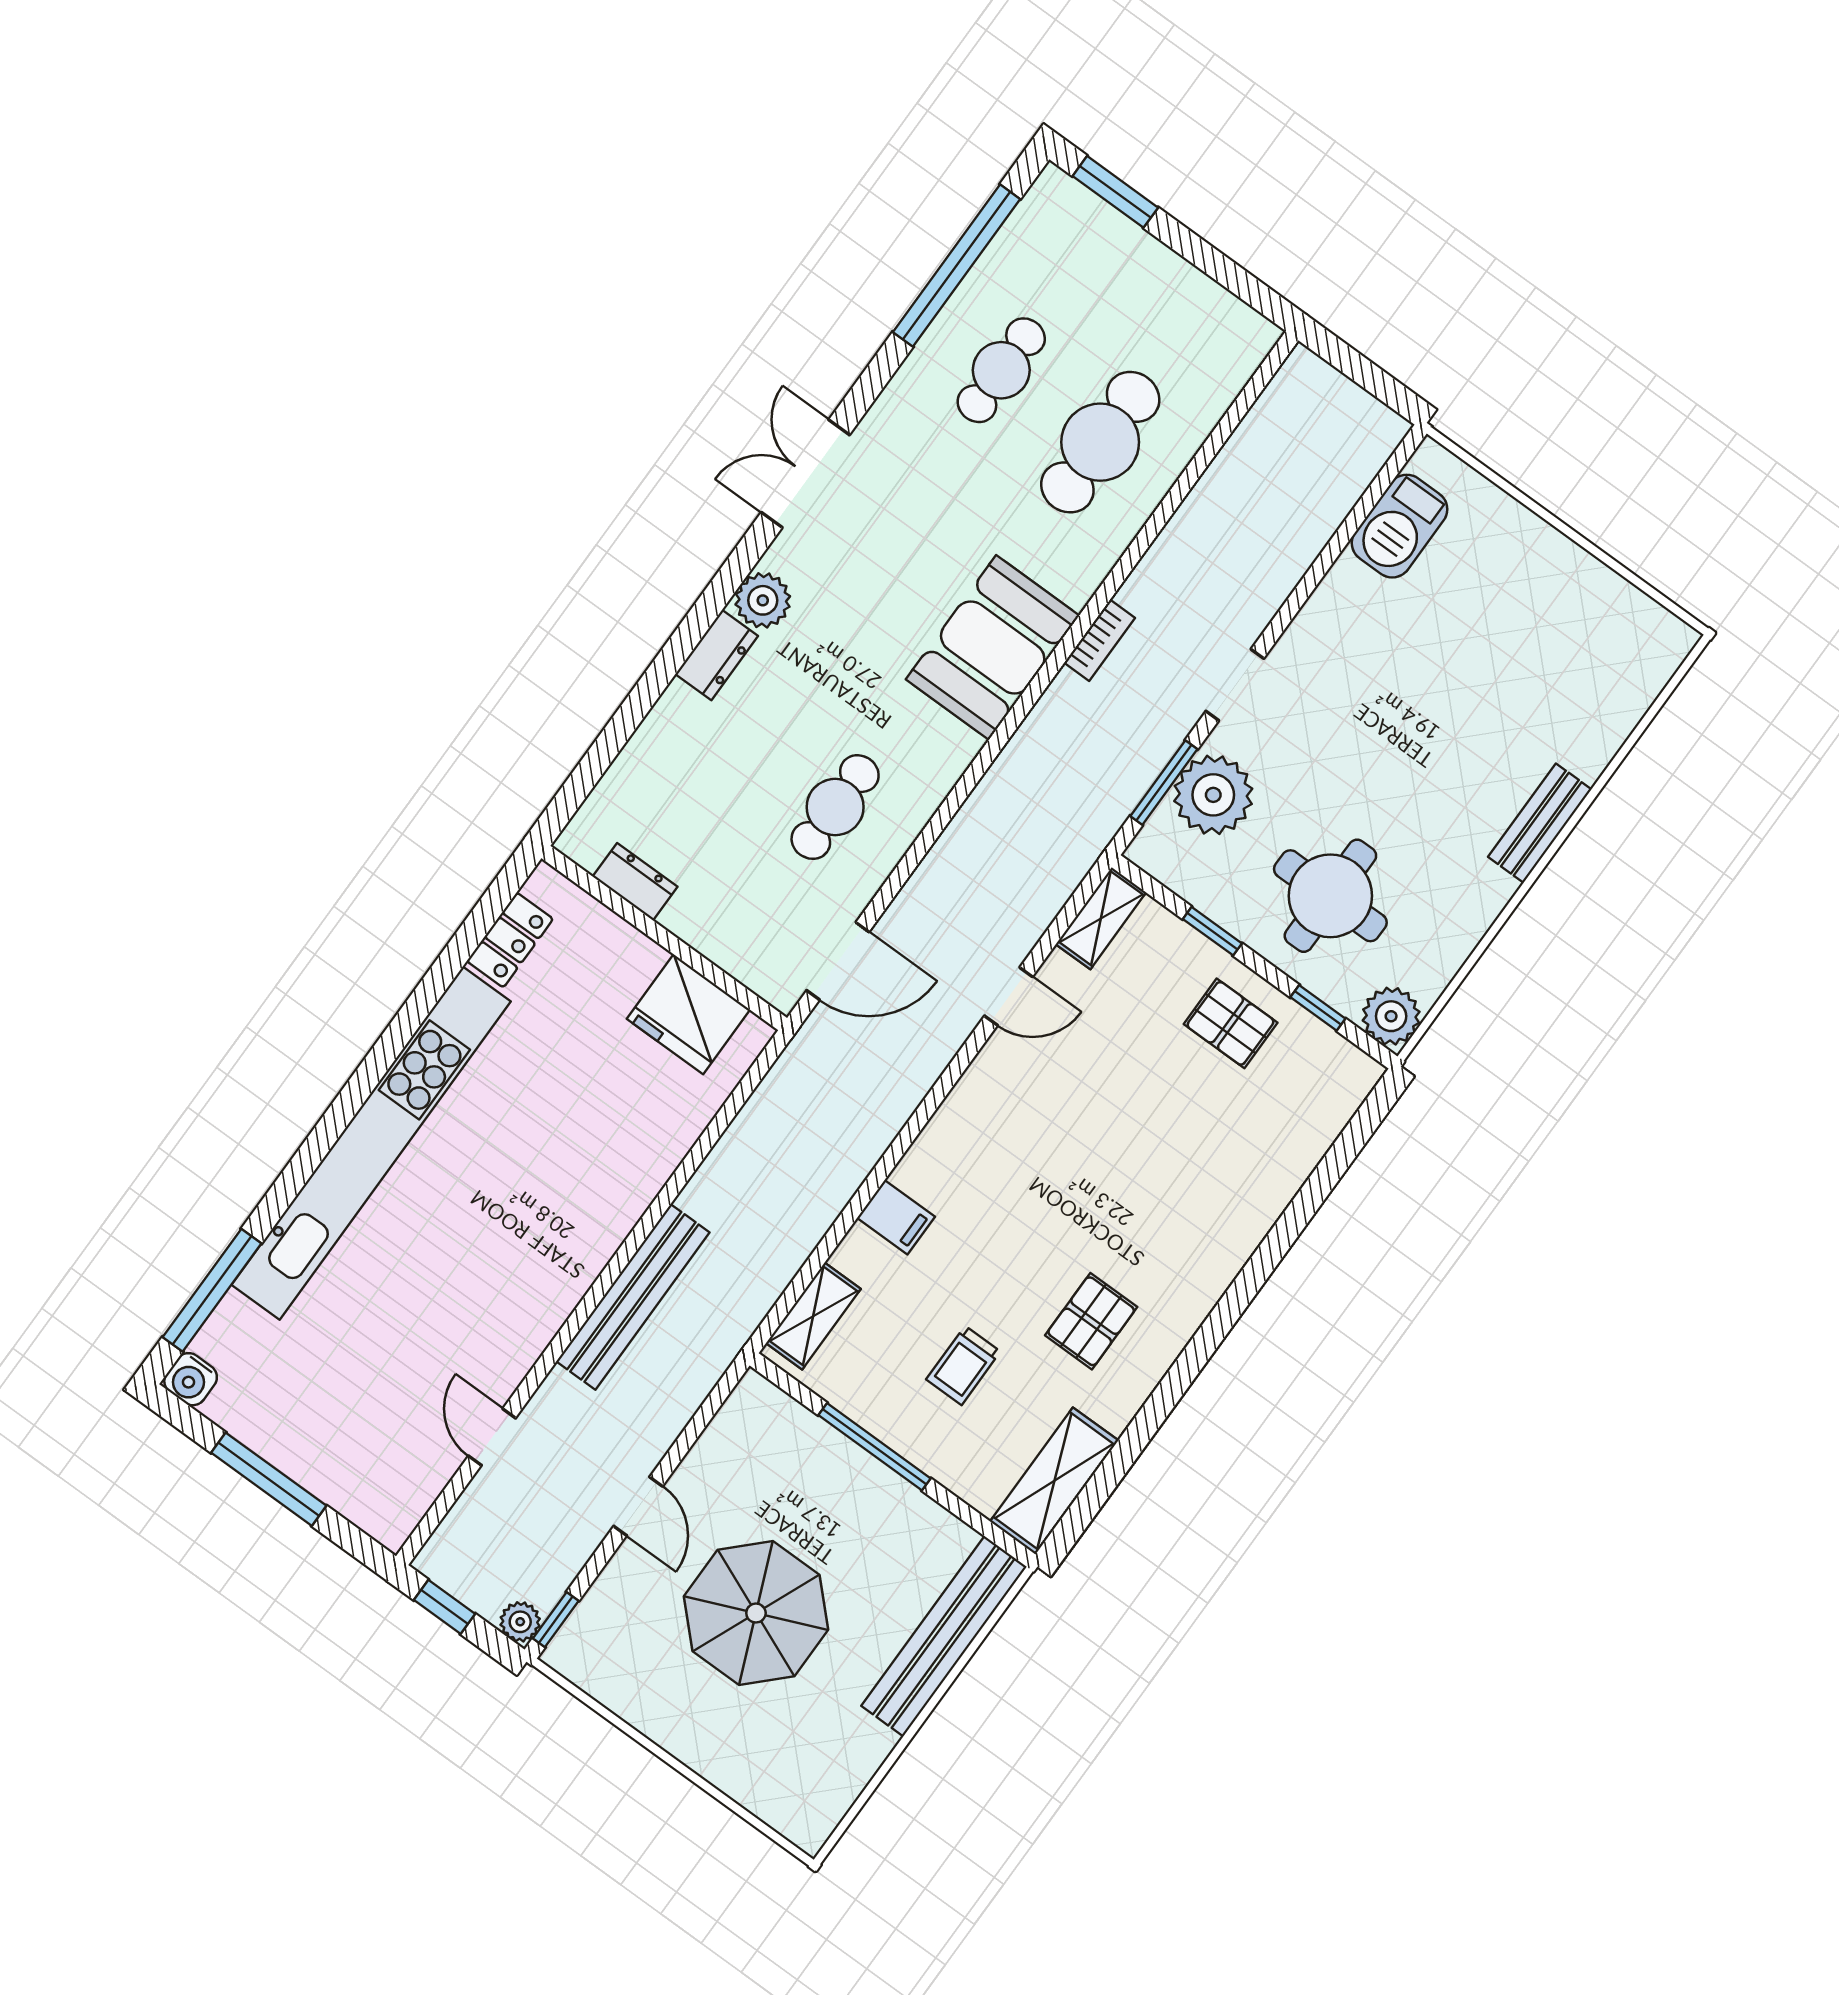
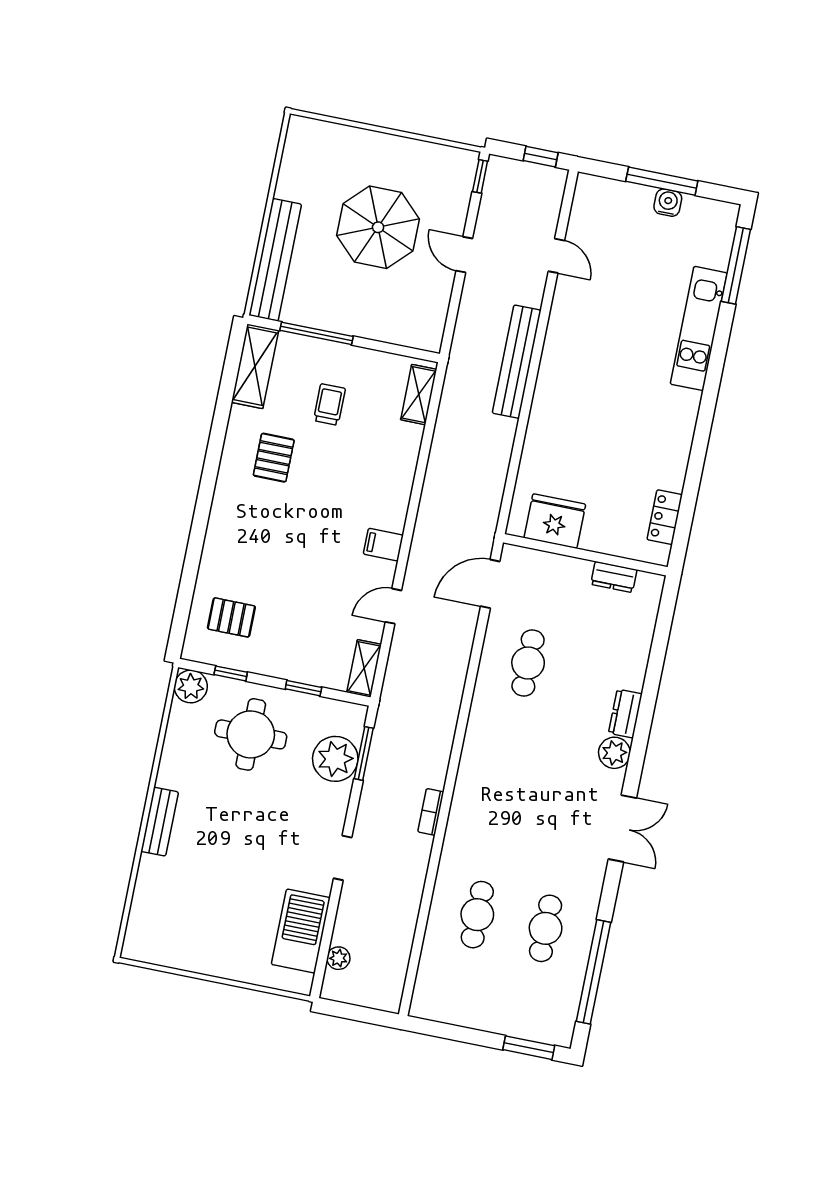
cafe table: (1100, 442) -> (477, 915), width x0.73, depth x0.74
barbecue: (1399, 526) -> (301, 931), width x1.37, depth x1.21
booth: (993, 647) -> (484, 783), removed
doorway: (1235, 685) -> (343, 858), moved
pallet: (1231, 1023) -> (231, 617), moved
kitchen unit: (371, 1143) -> (699, 328), width x0.54
filing cabinet: (896, 1217) -> (383, 545), moved
water cooler: (191, 1379) -> (668, 203), moved
window: (875, 1447) -> (316, 333), moved
plant: (520, 1622) -> (338, 958), moved

